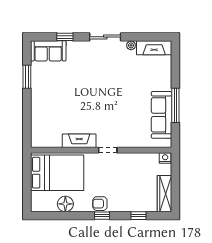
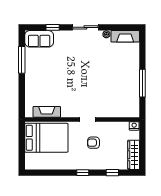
window: (27, 77) -> (22, 60), width x1.44
sofa: (162, 115) -> (131, 91), removed
fireplace: (79, 141) -> (47, 112), moved
floor lamp: (65, 204) -> (53, 163), removed
armchair: (100, 204) -> (93, 143), moved

